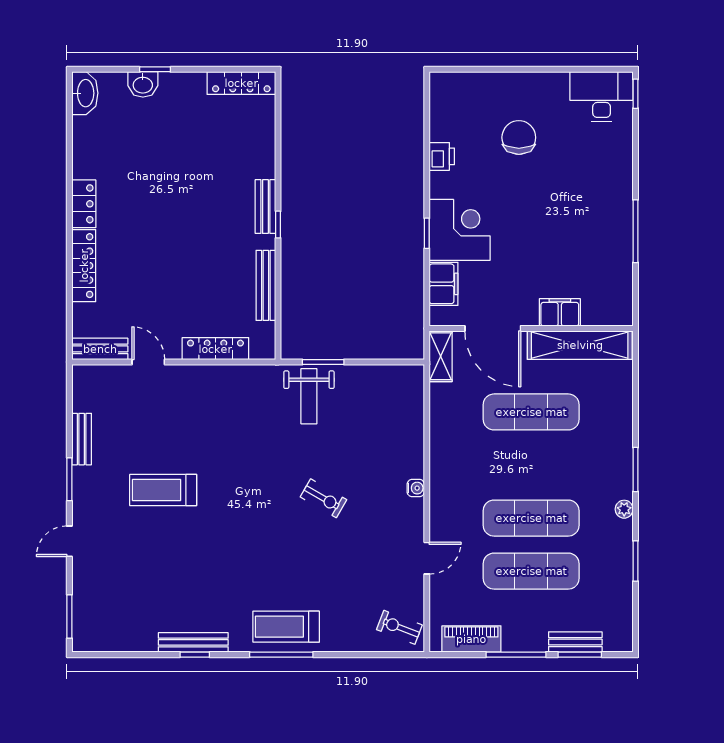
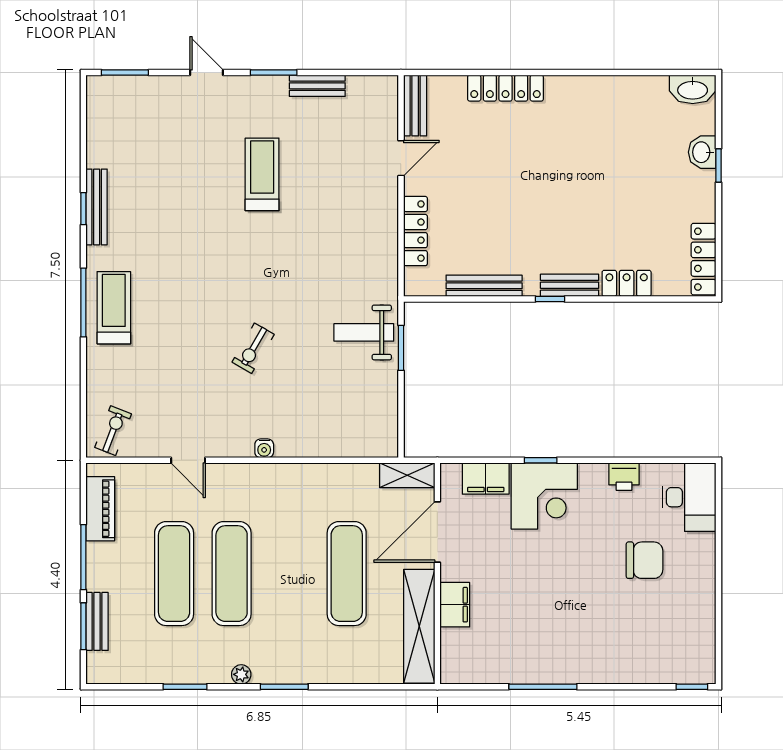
desk: (602, 97) -> (689, 497), moved
locker: (84, 204) -> (627, 283), moved, turned 180

